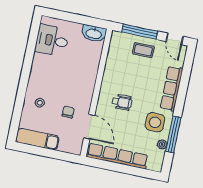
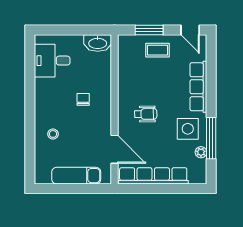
window: (140, 32) -> (149, 30), width x0.69
chair: (68, 112) -> (83, 99), moved
exam couch: (37, 139) -> (76, 176), moved

